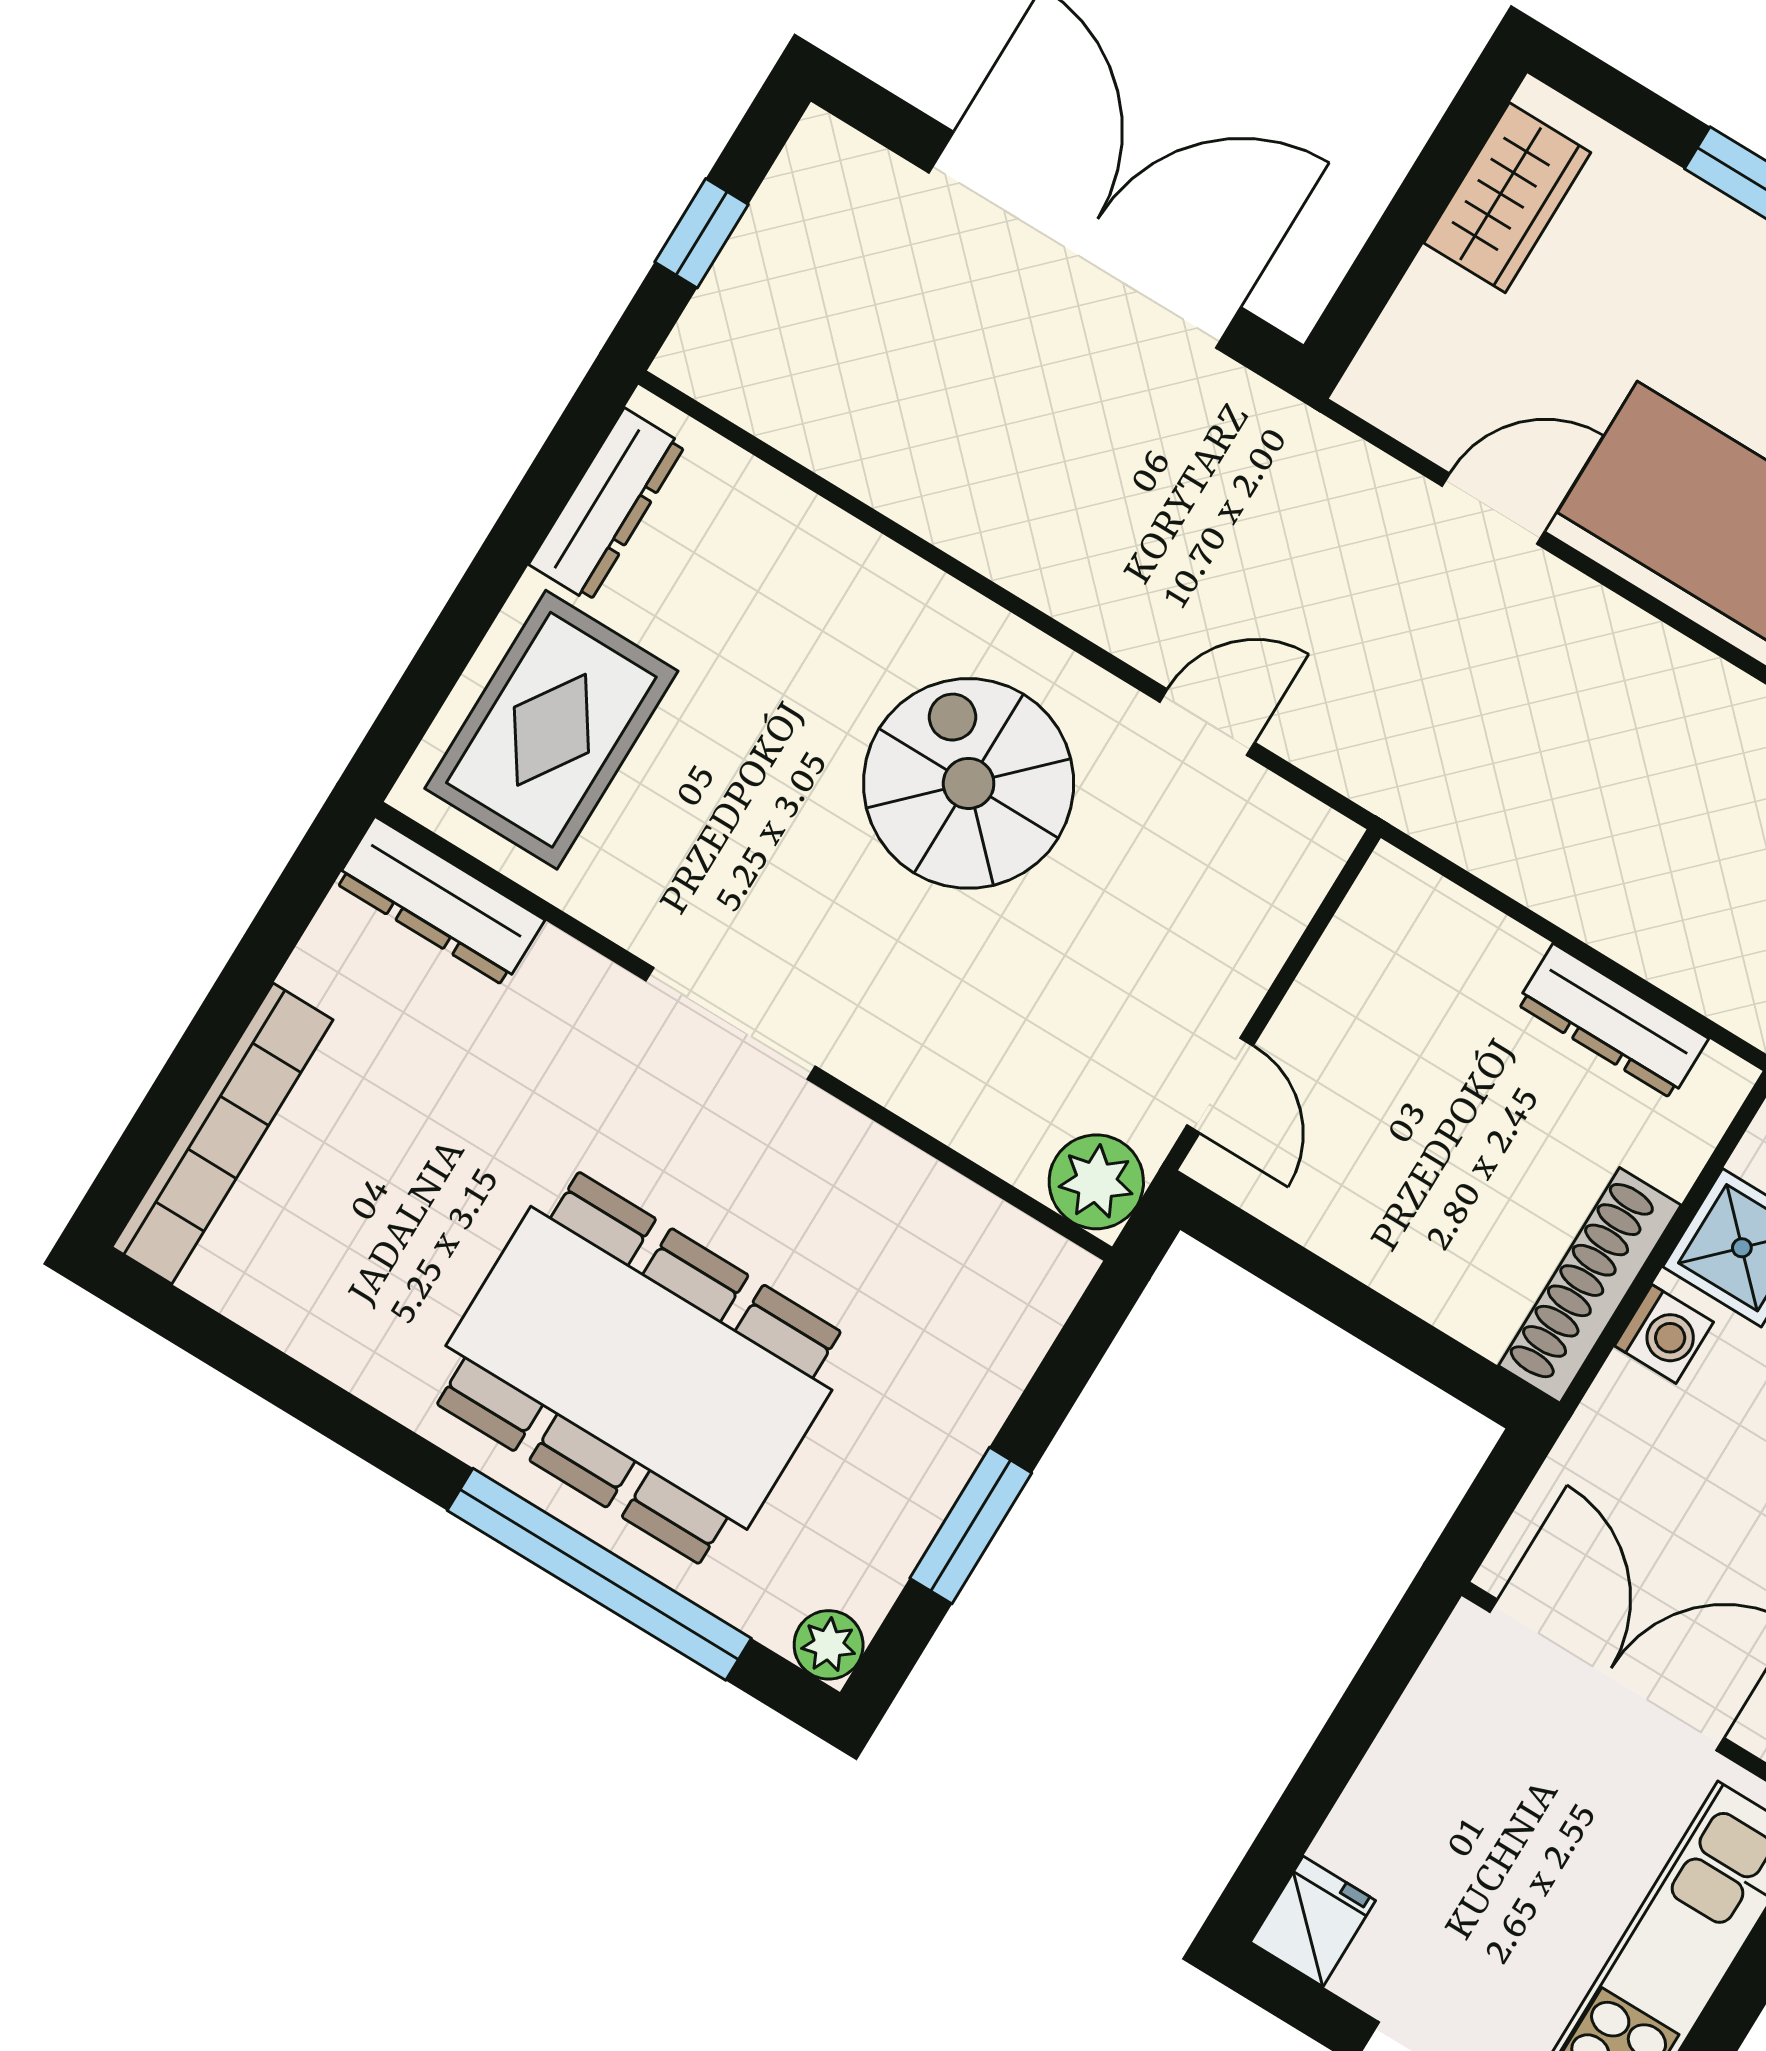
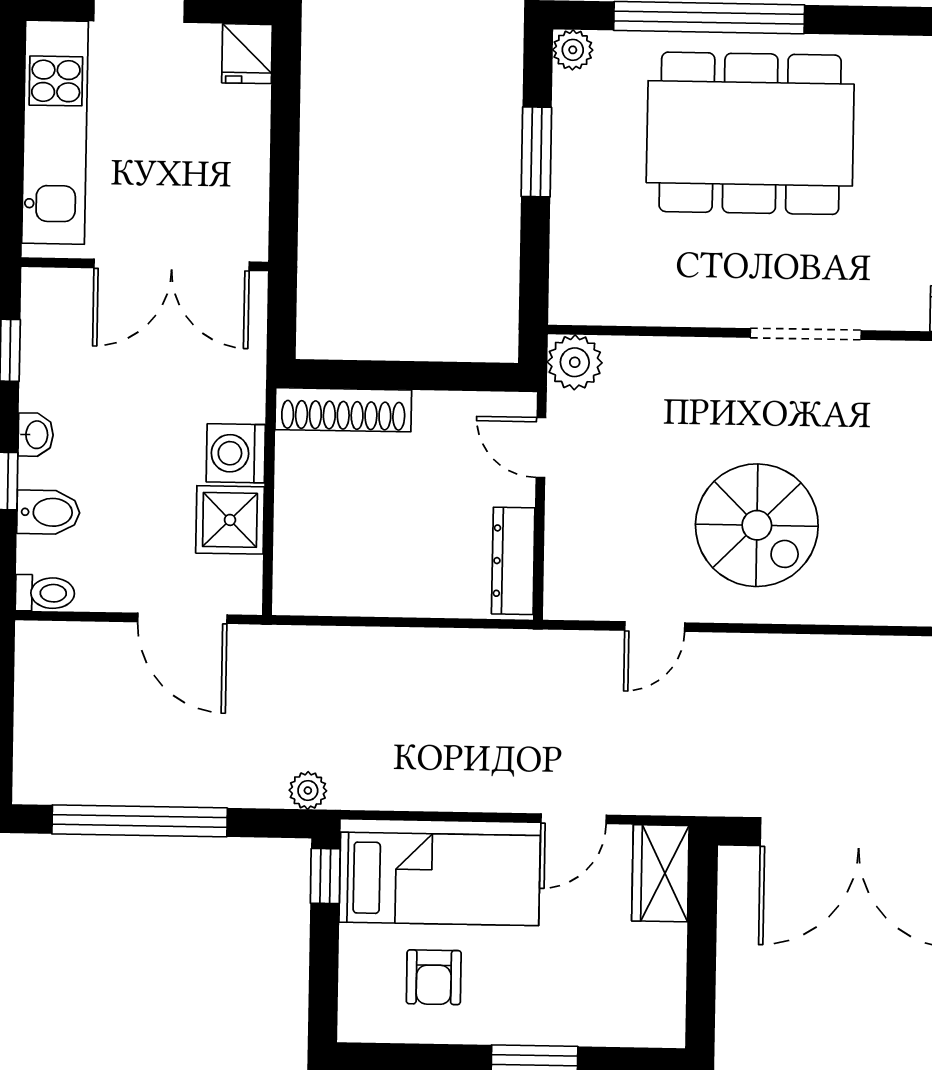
wardrobe: (1507, 198) -> (660, 873), moved
dresser: (1613, 1021) -> (513, 561), moved, turned -90
shoe rack: (1590, 1285) -> (343, 410), moved, turned 90
washing machine: (1664, 1334) -> (236, 453), width x1.38, depth x1.38

